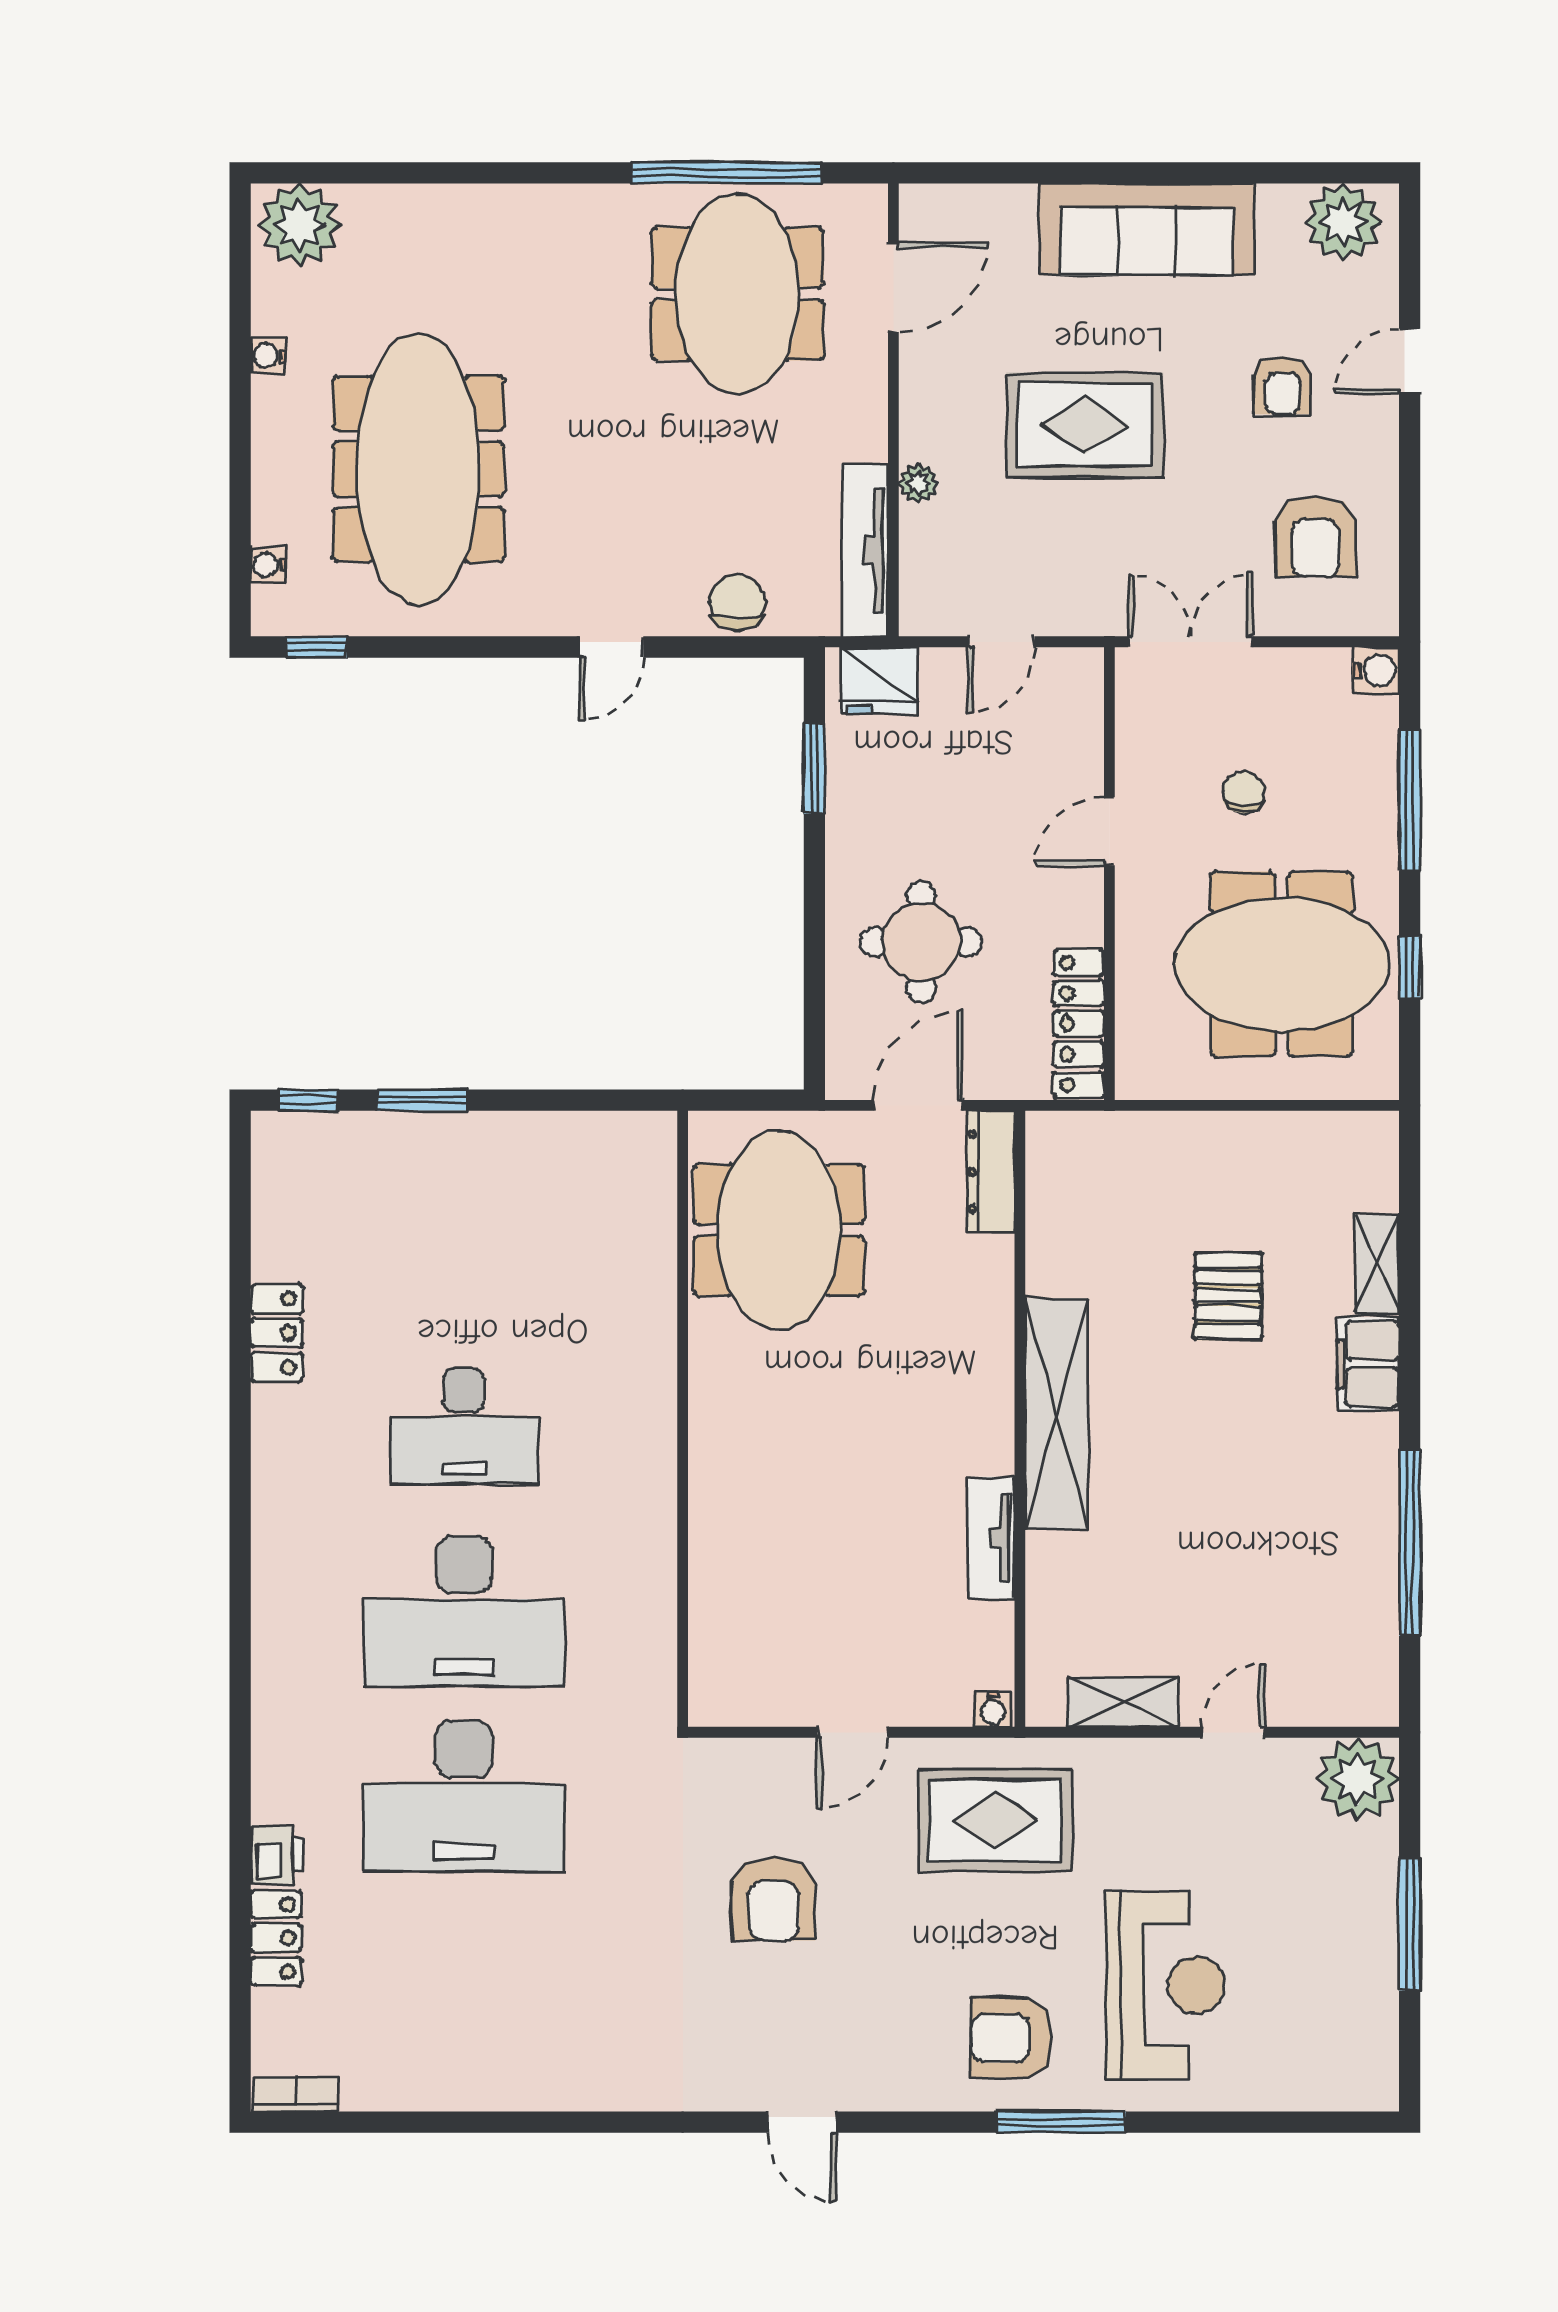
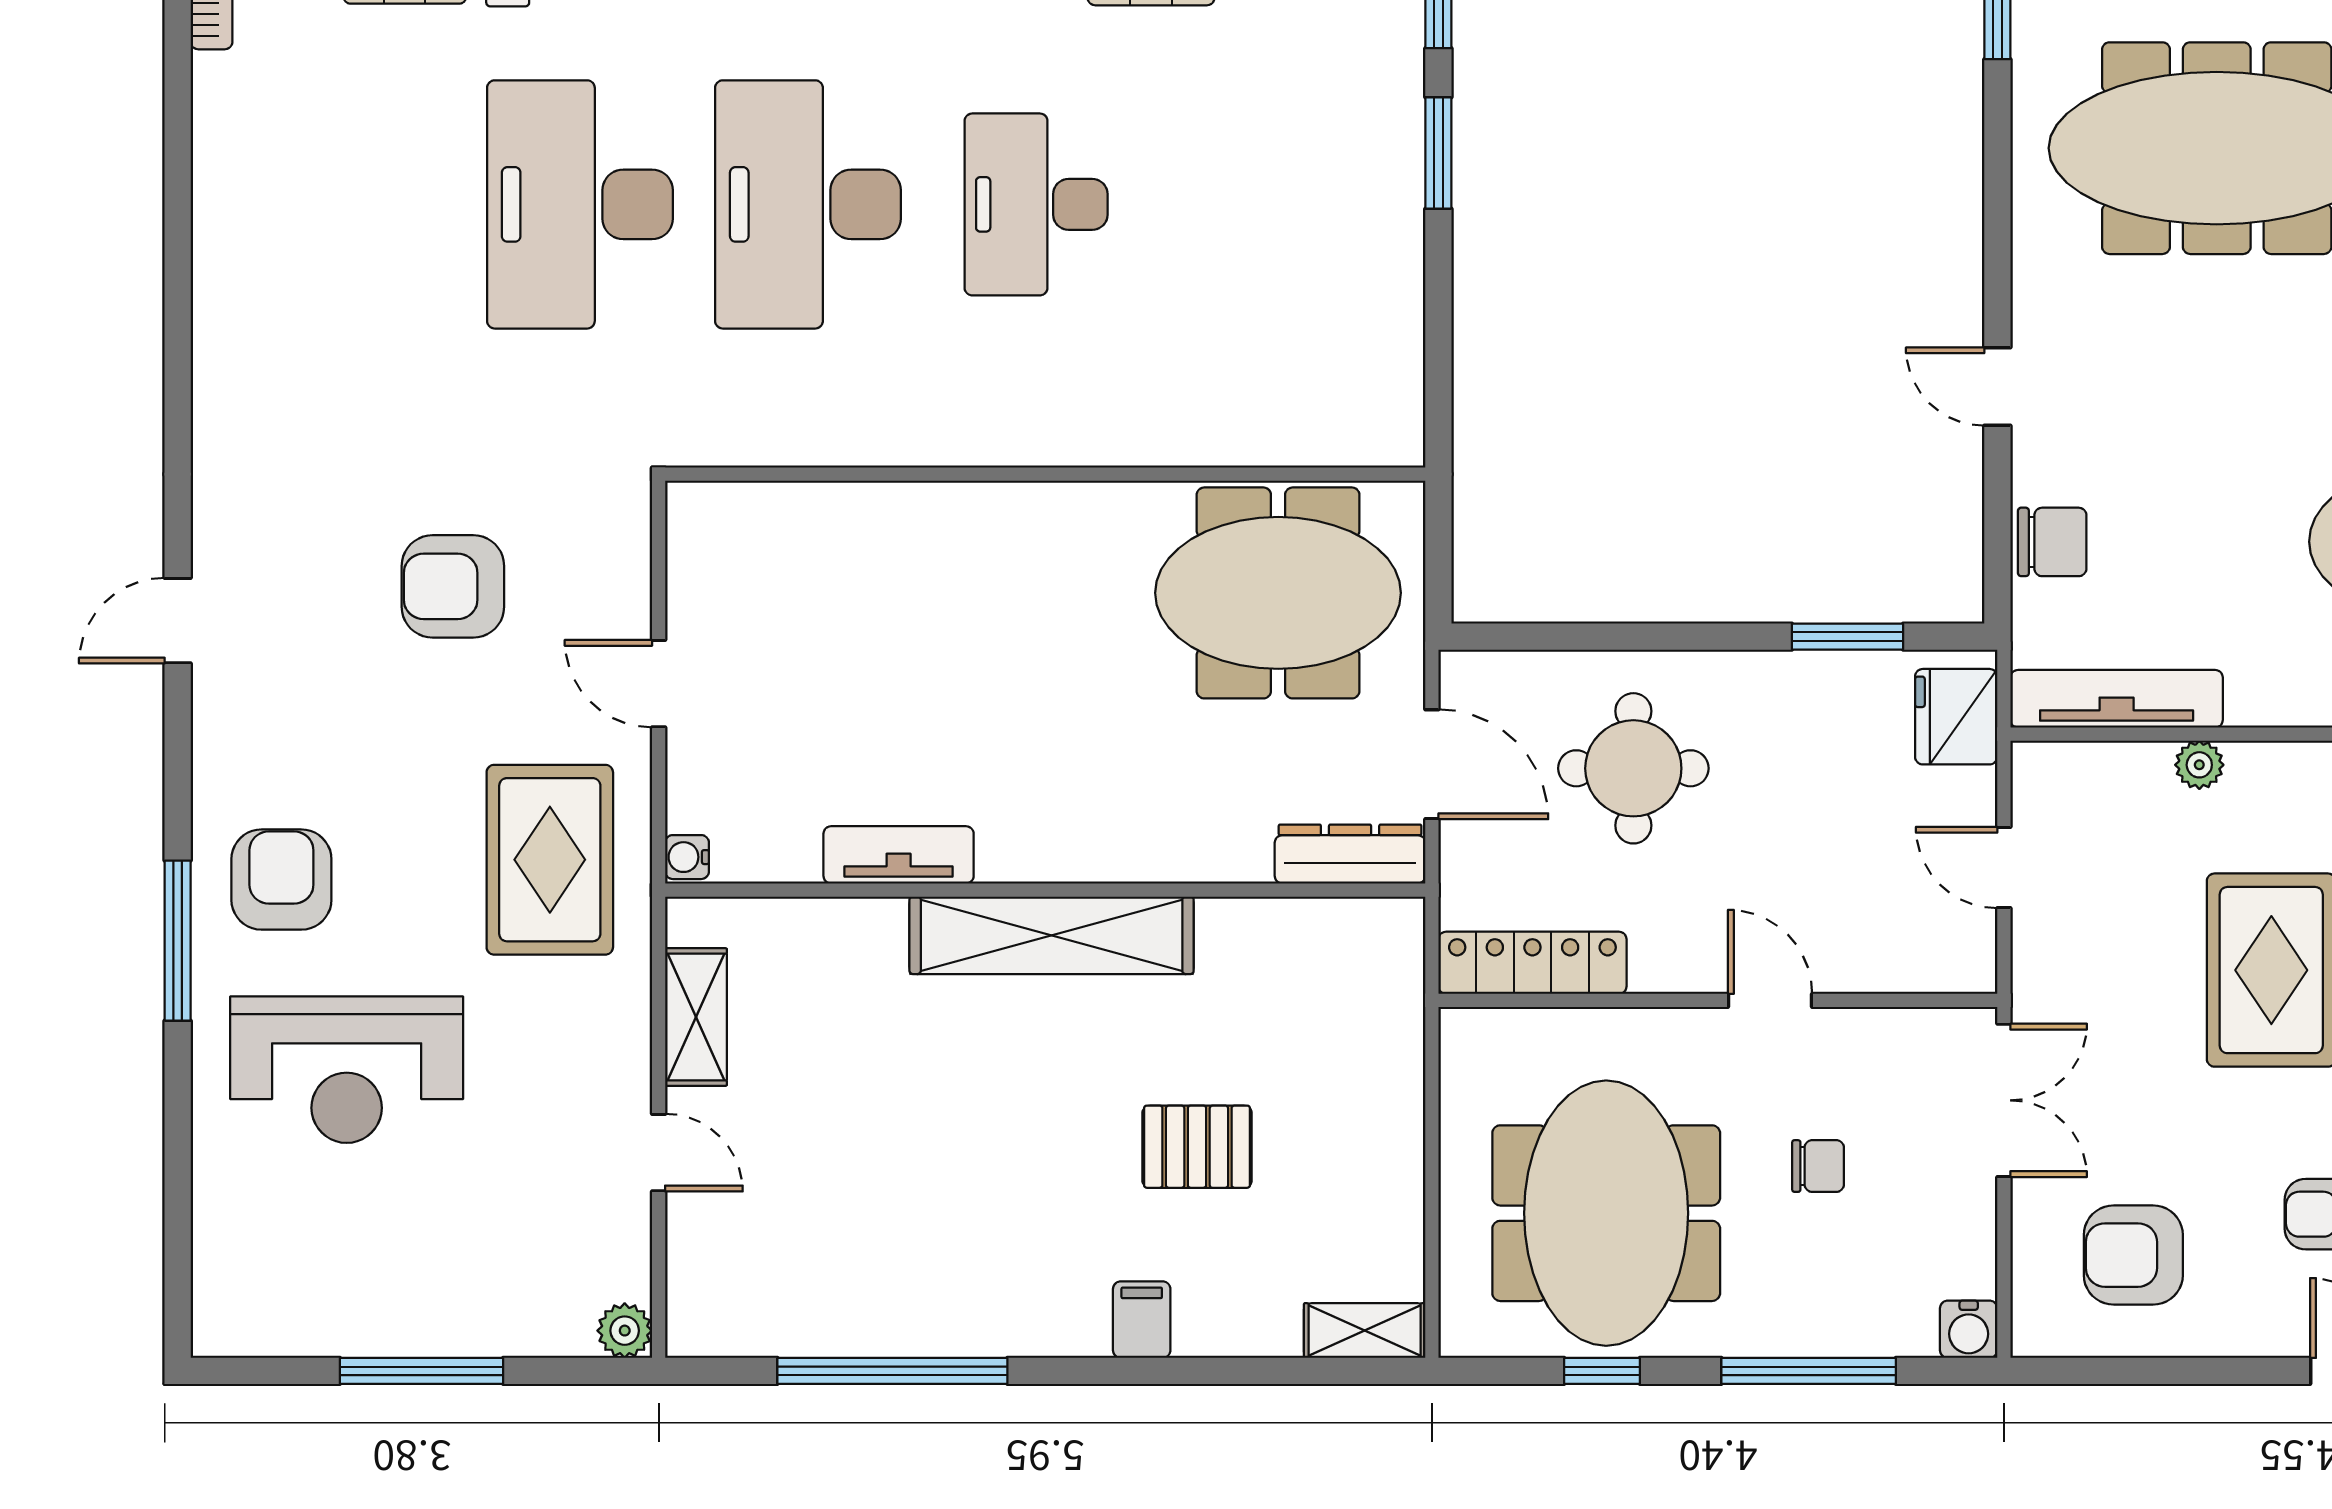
shelving: (1377, 1264) -> (1365, 1331), moved
filing cabinet: (1368, 1364) -> (1142, 1320), width x0.50
plant: (1358, 1779) -> (625, 1331), width x0.53, depth x0.53

